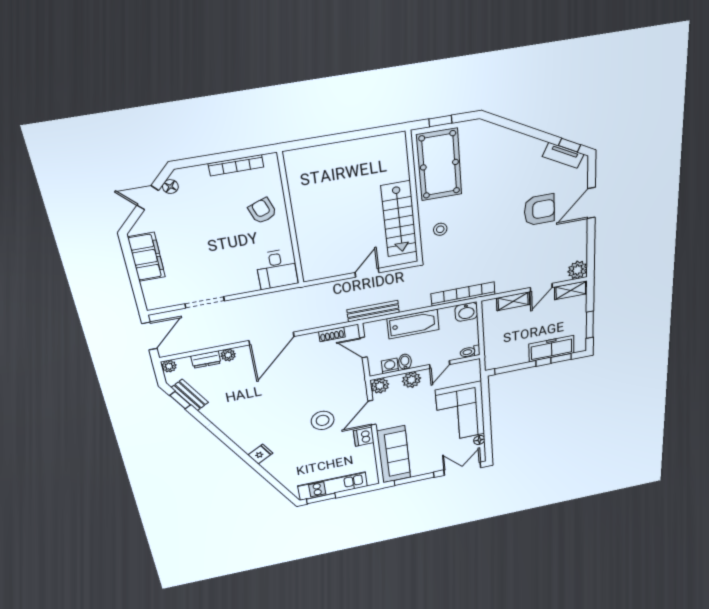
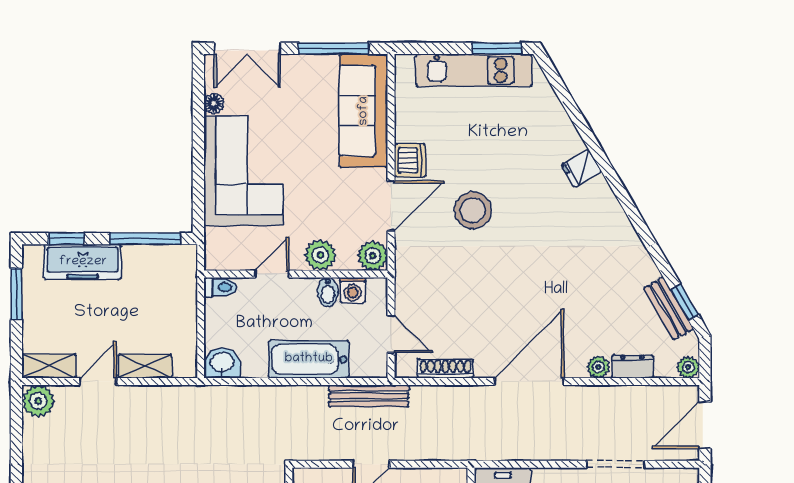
bookcase: (463, 294) -> (225, 396), removed
shoe rack: (332, 334) -> (445, 369), width x1.43

